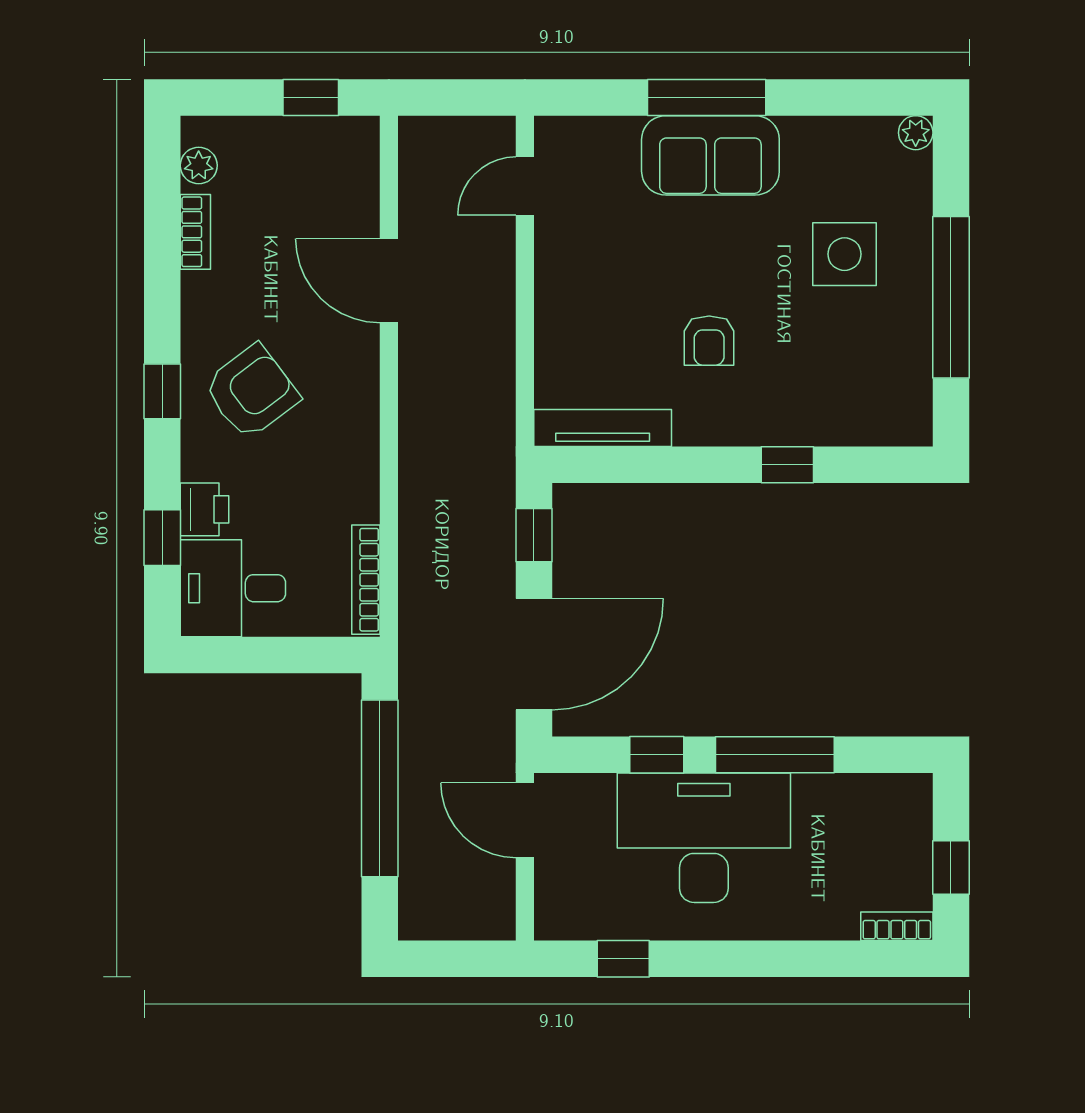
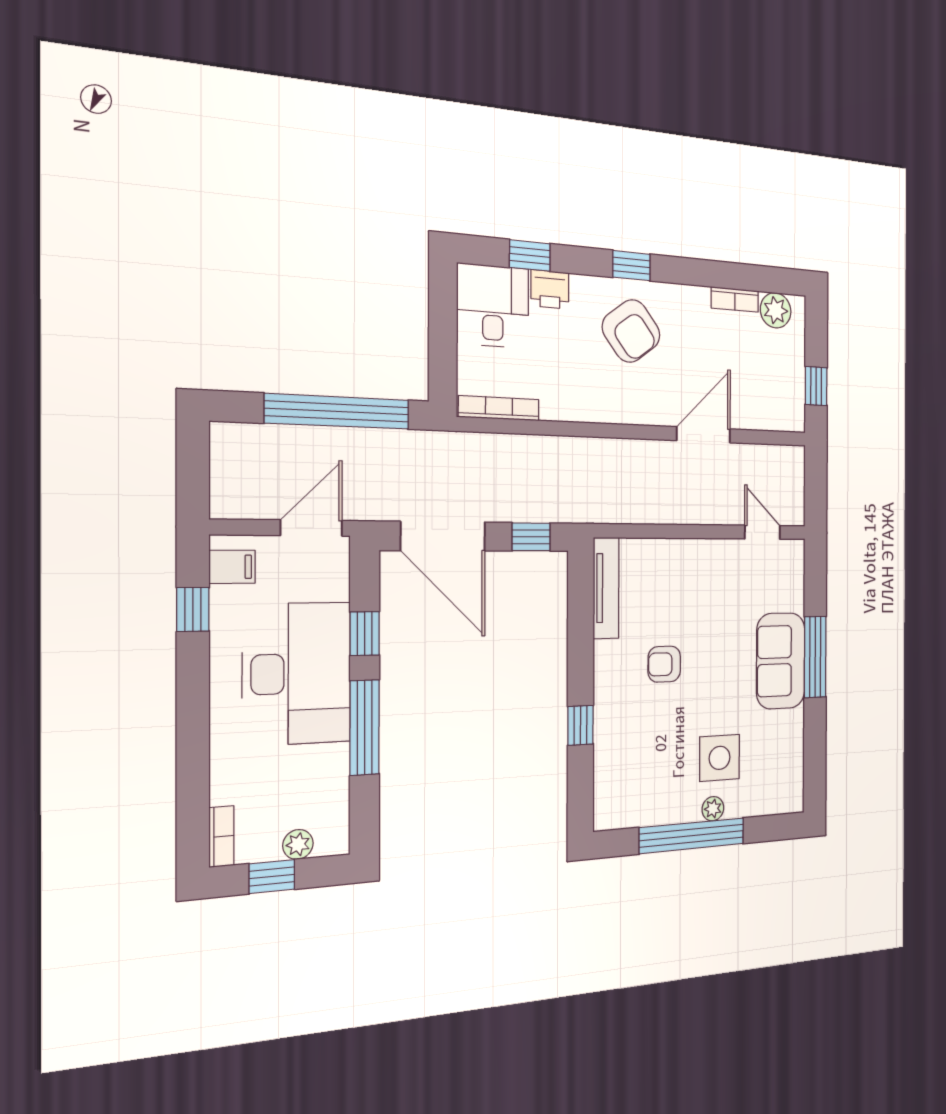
plant: (916, 133) -> (713, 809), moved
plant: (199, 165) -> (776, 310), width x1.38, depth x1.38
plant: (915, 836) -> (298, 844), added
filing cabinet: (573, 914) -> (232, 567), added

